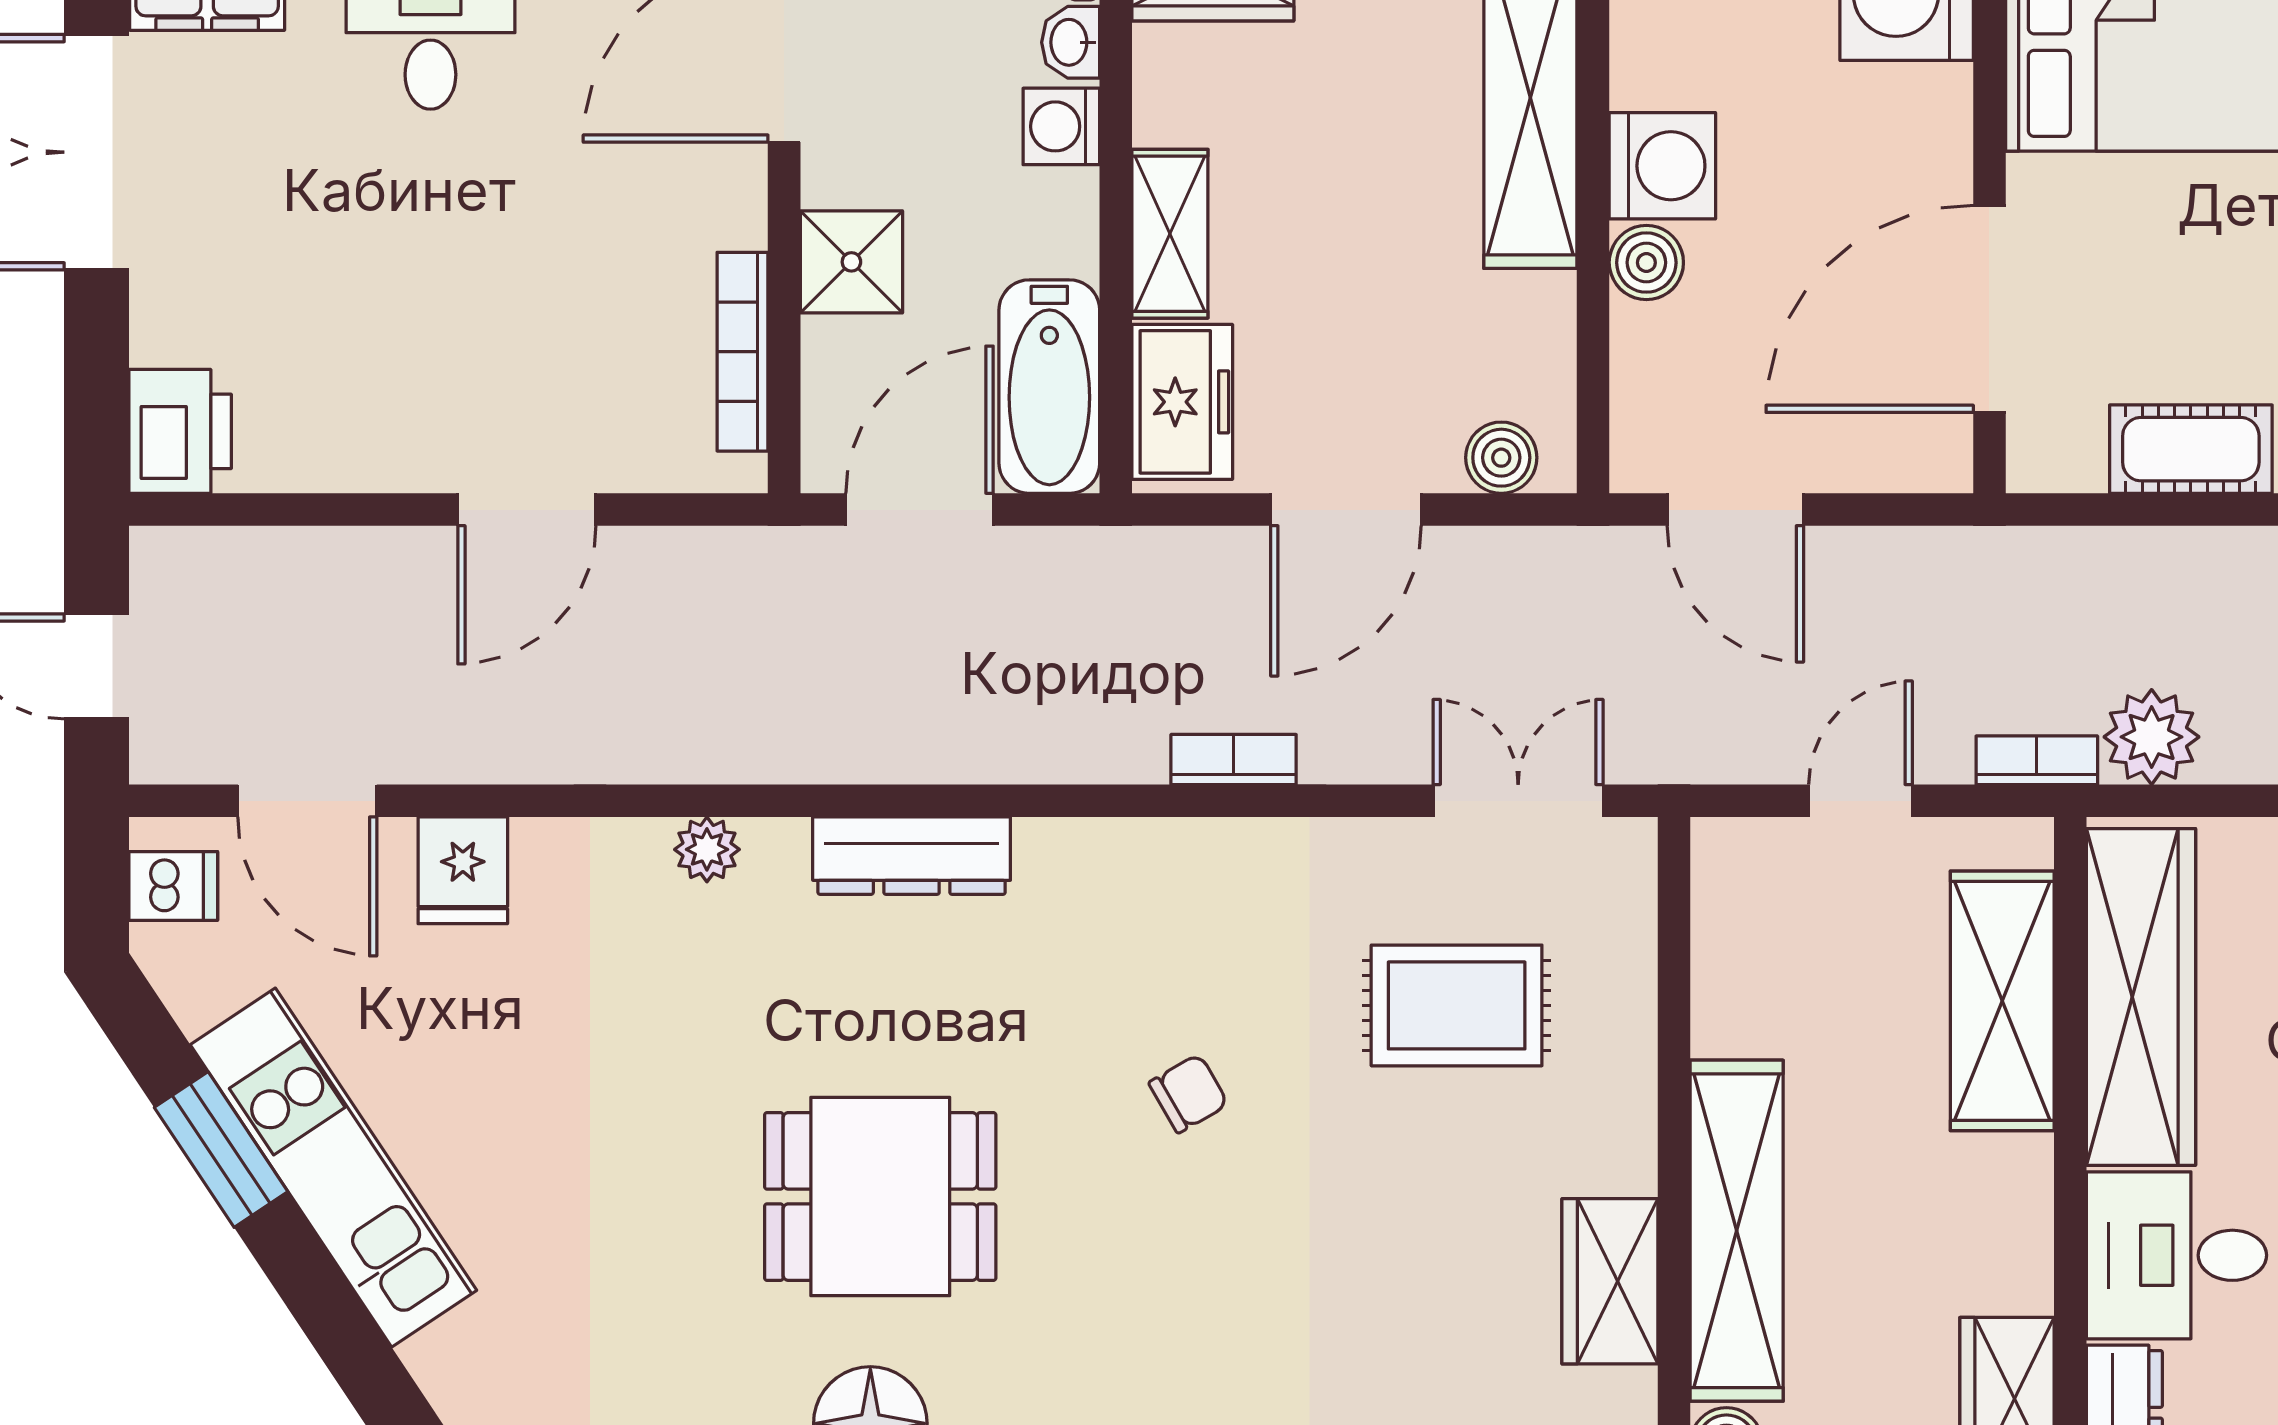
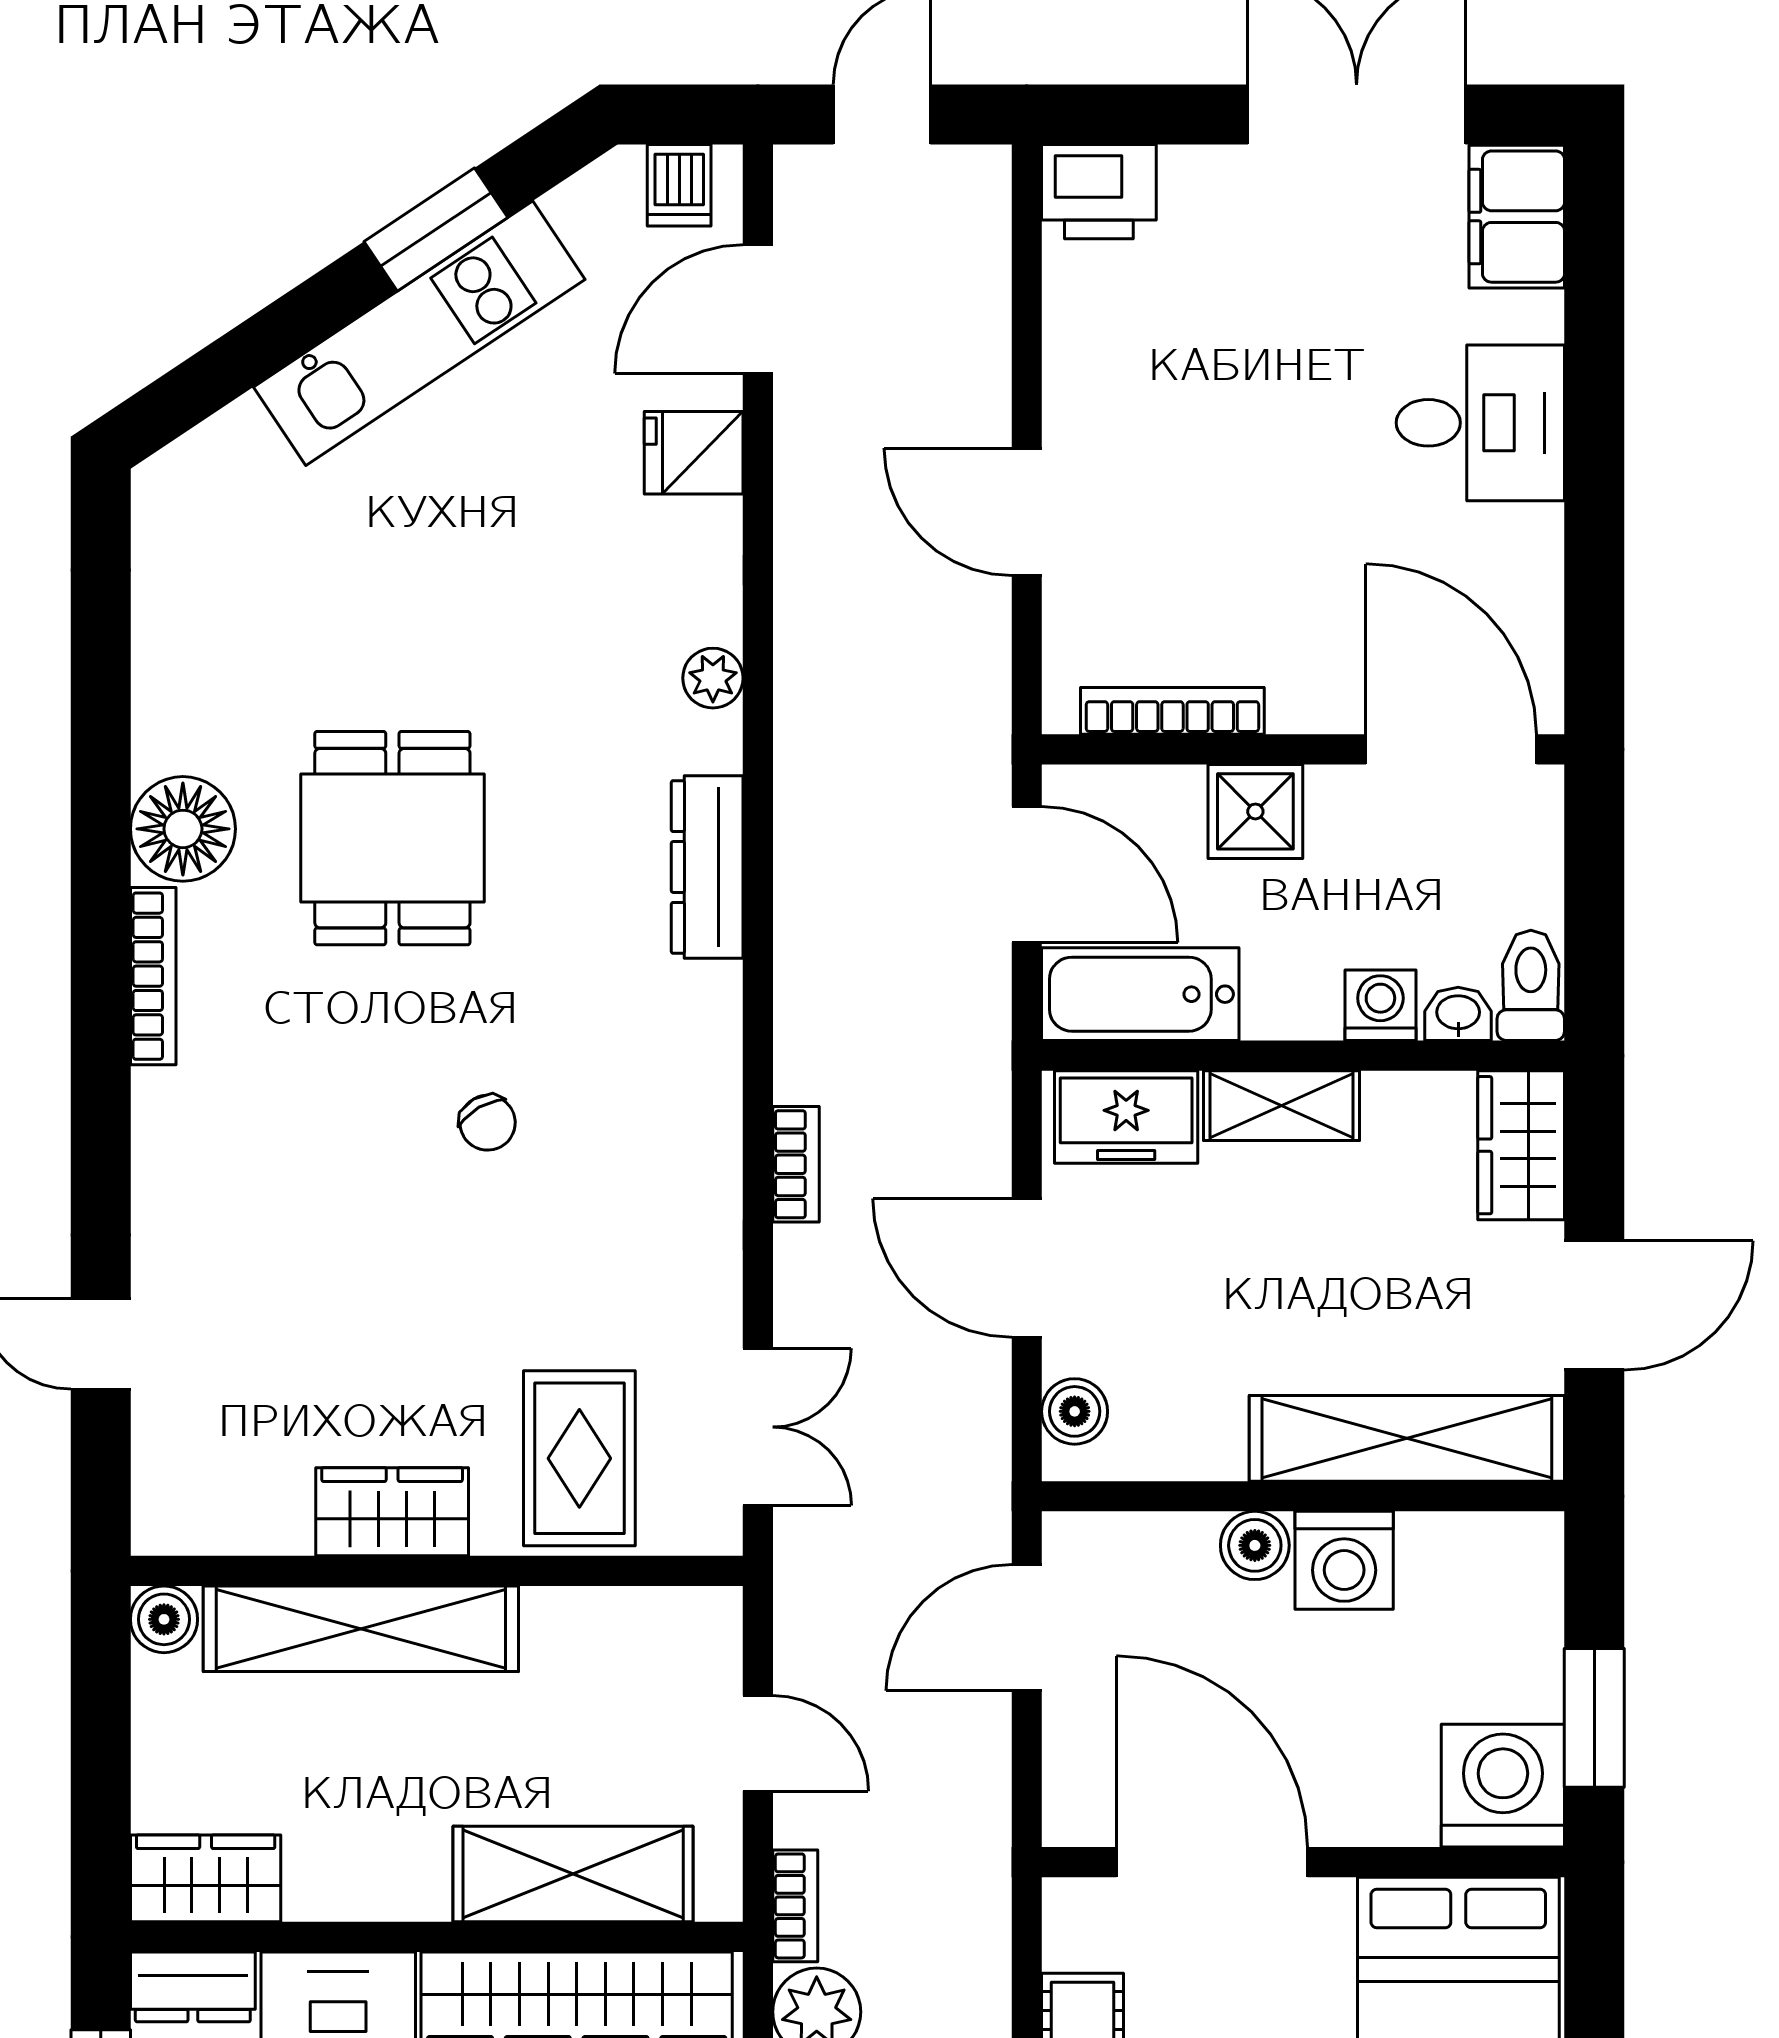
rug: (1457, 1005) -> (579, 1458), moved
wardrobe: (1610, 1281) -> (392, 1512), moved

